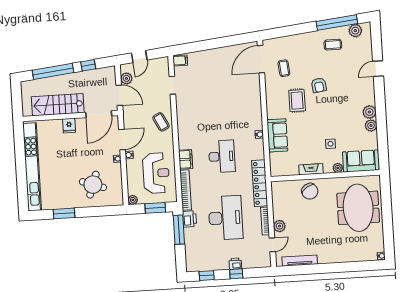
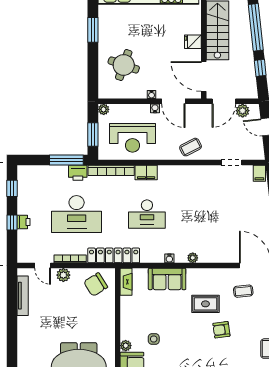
plant: (258, 114) -> (193, 258), added
fireplace: (311, 169) -> (126, 282), moved
chair: (310, 191) -> (96, 285), moved

